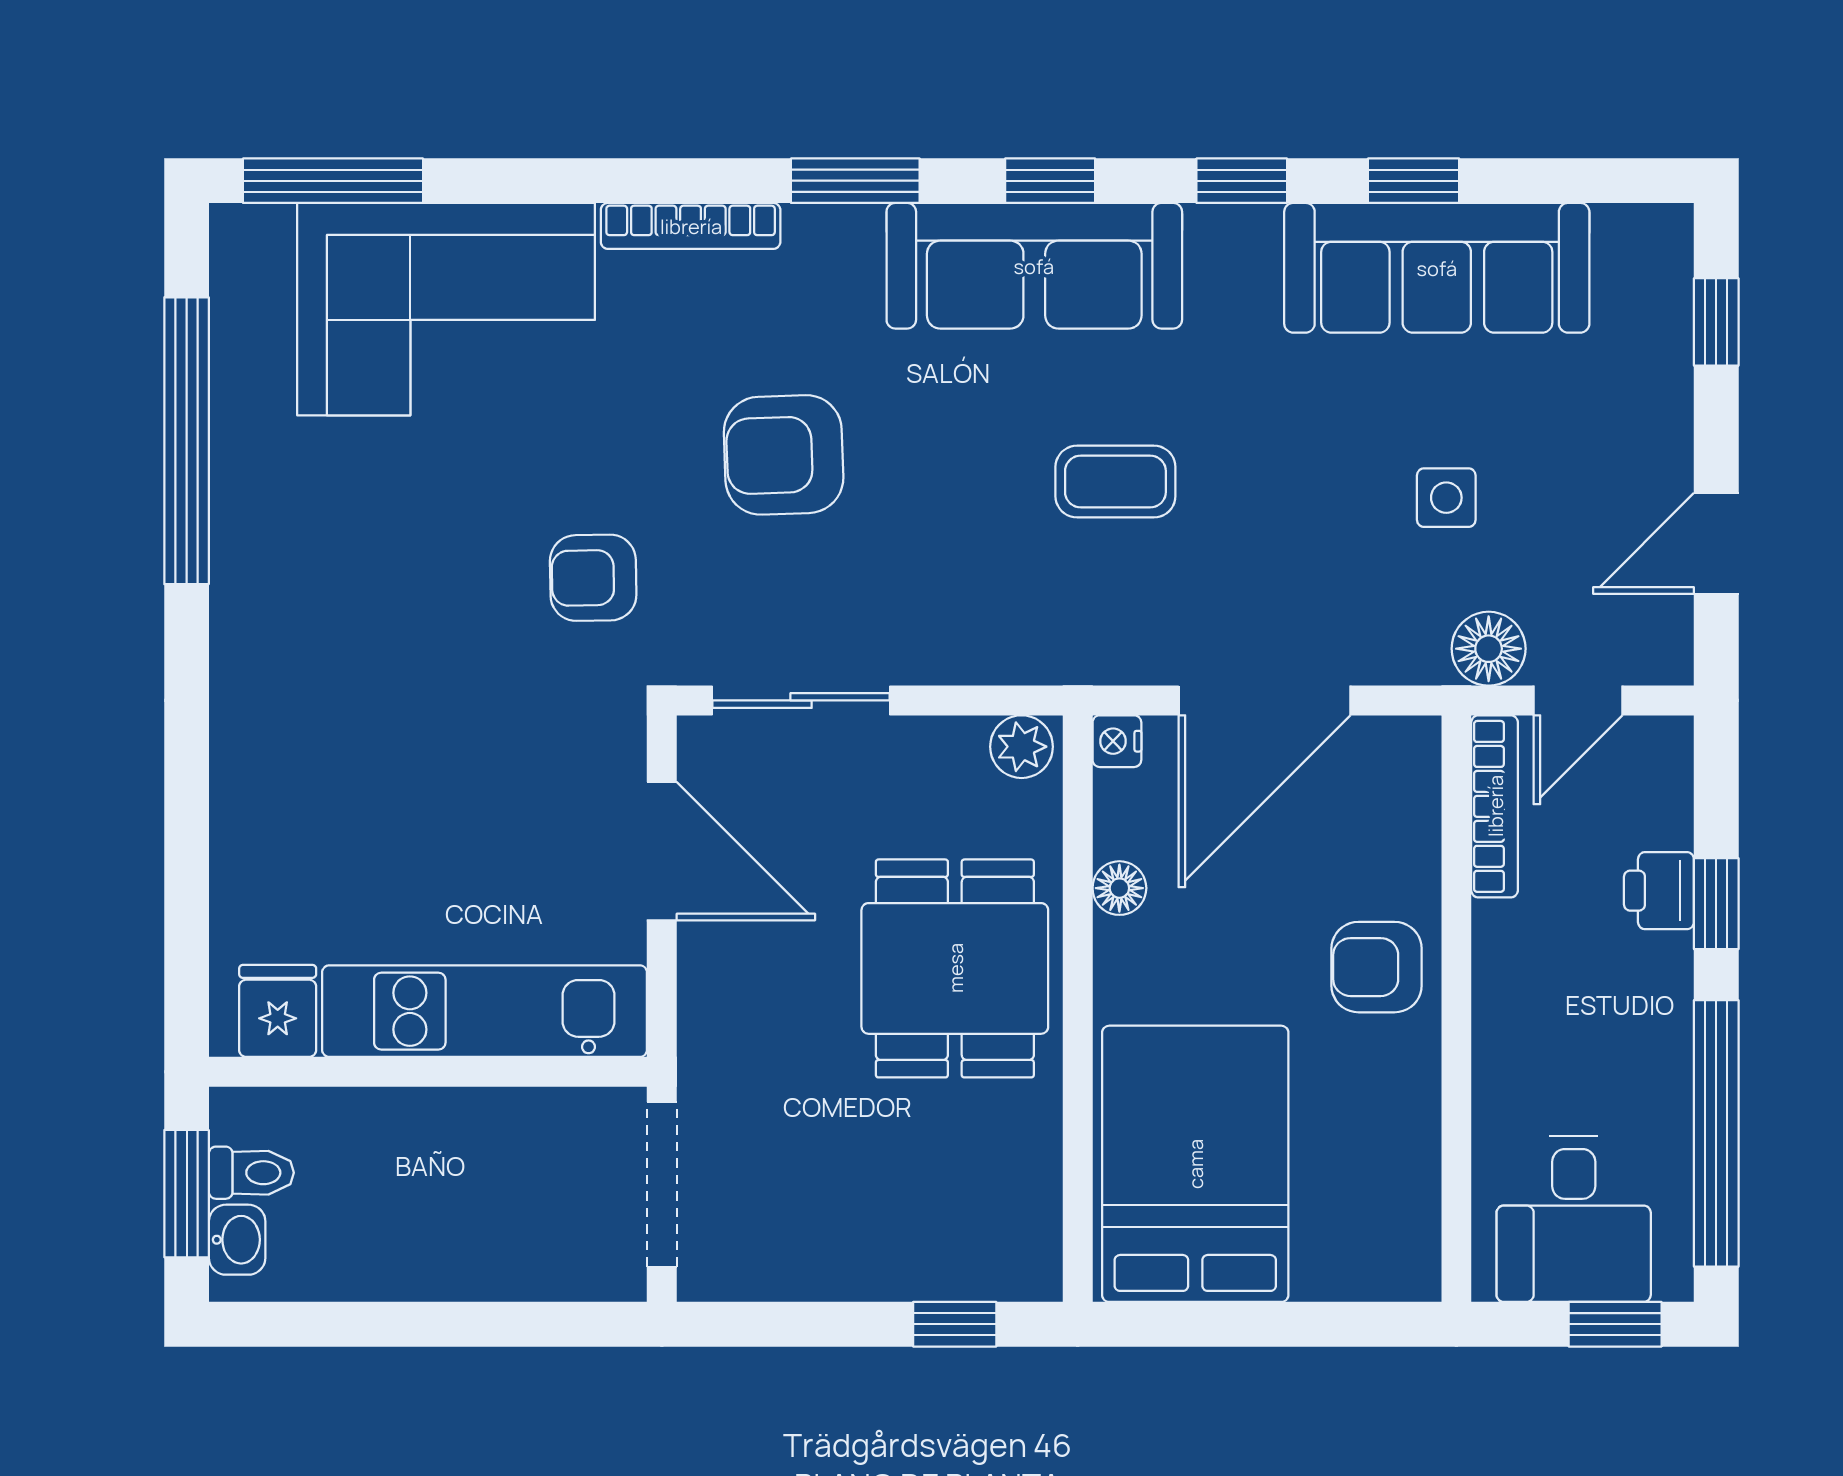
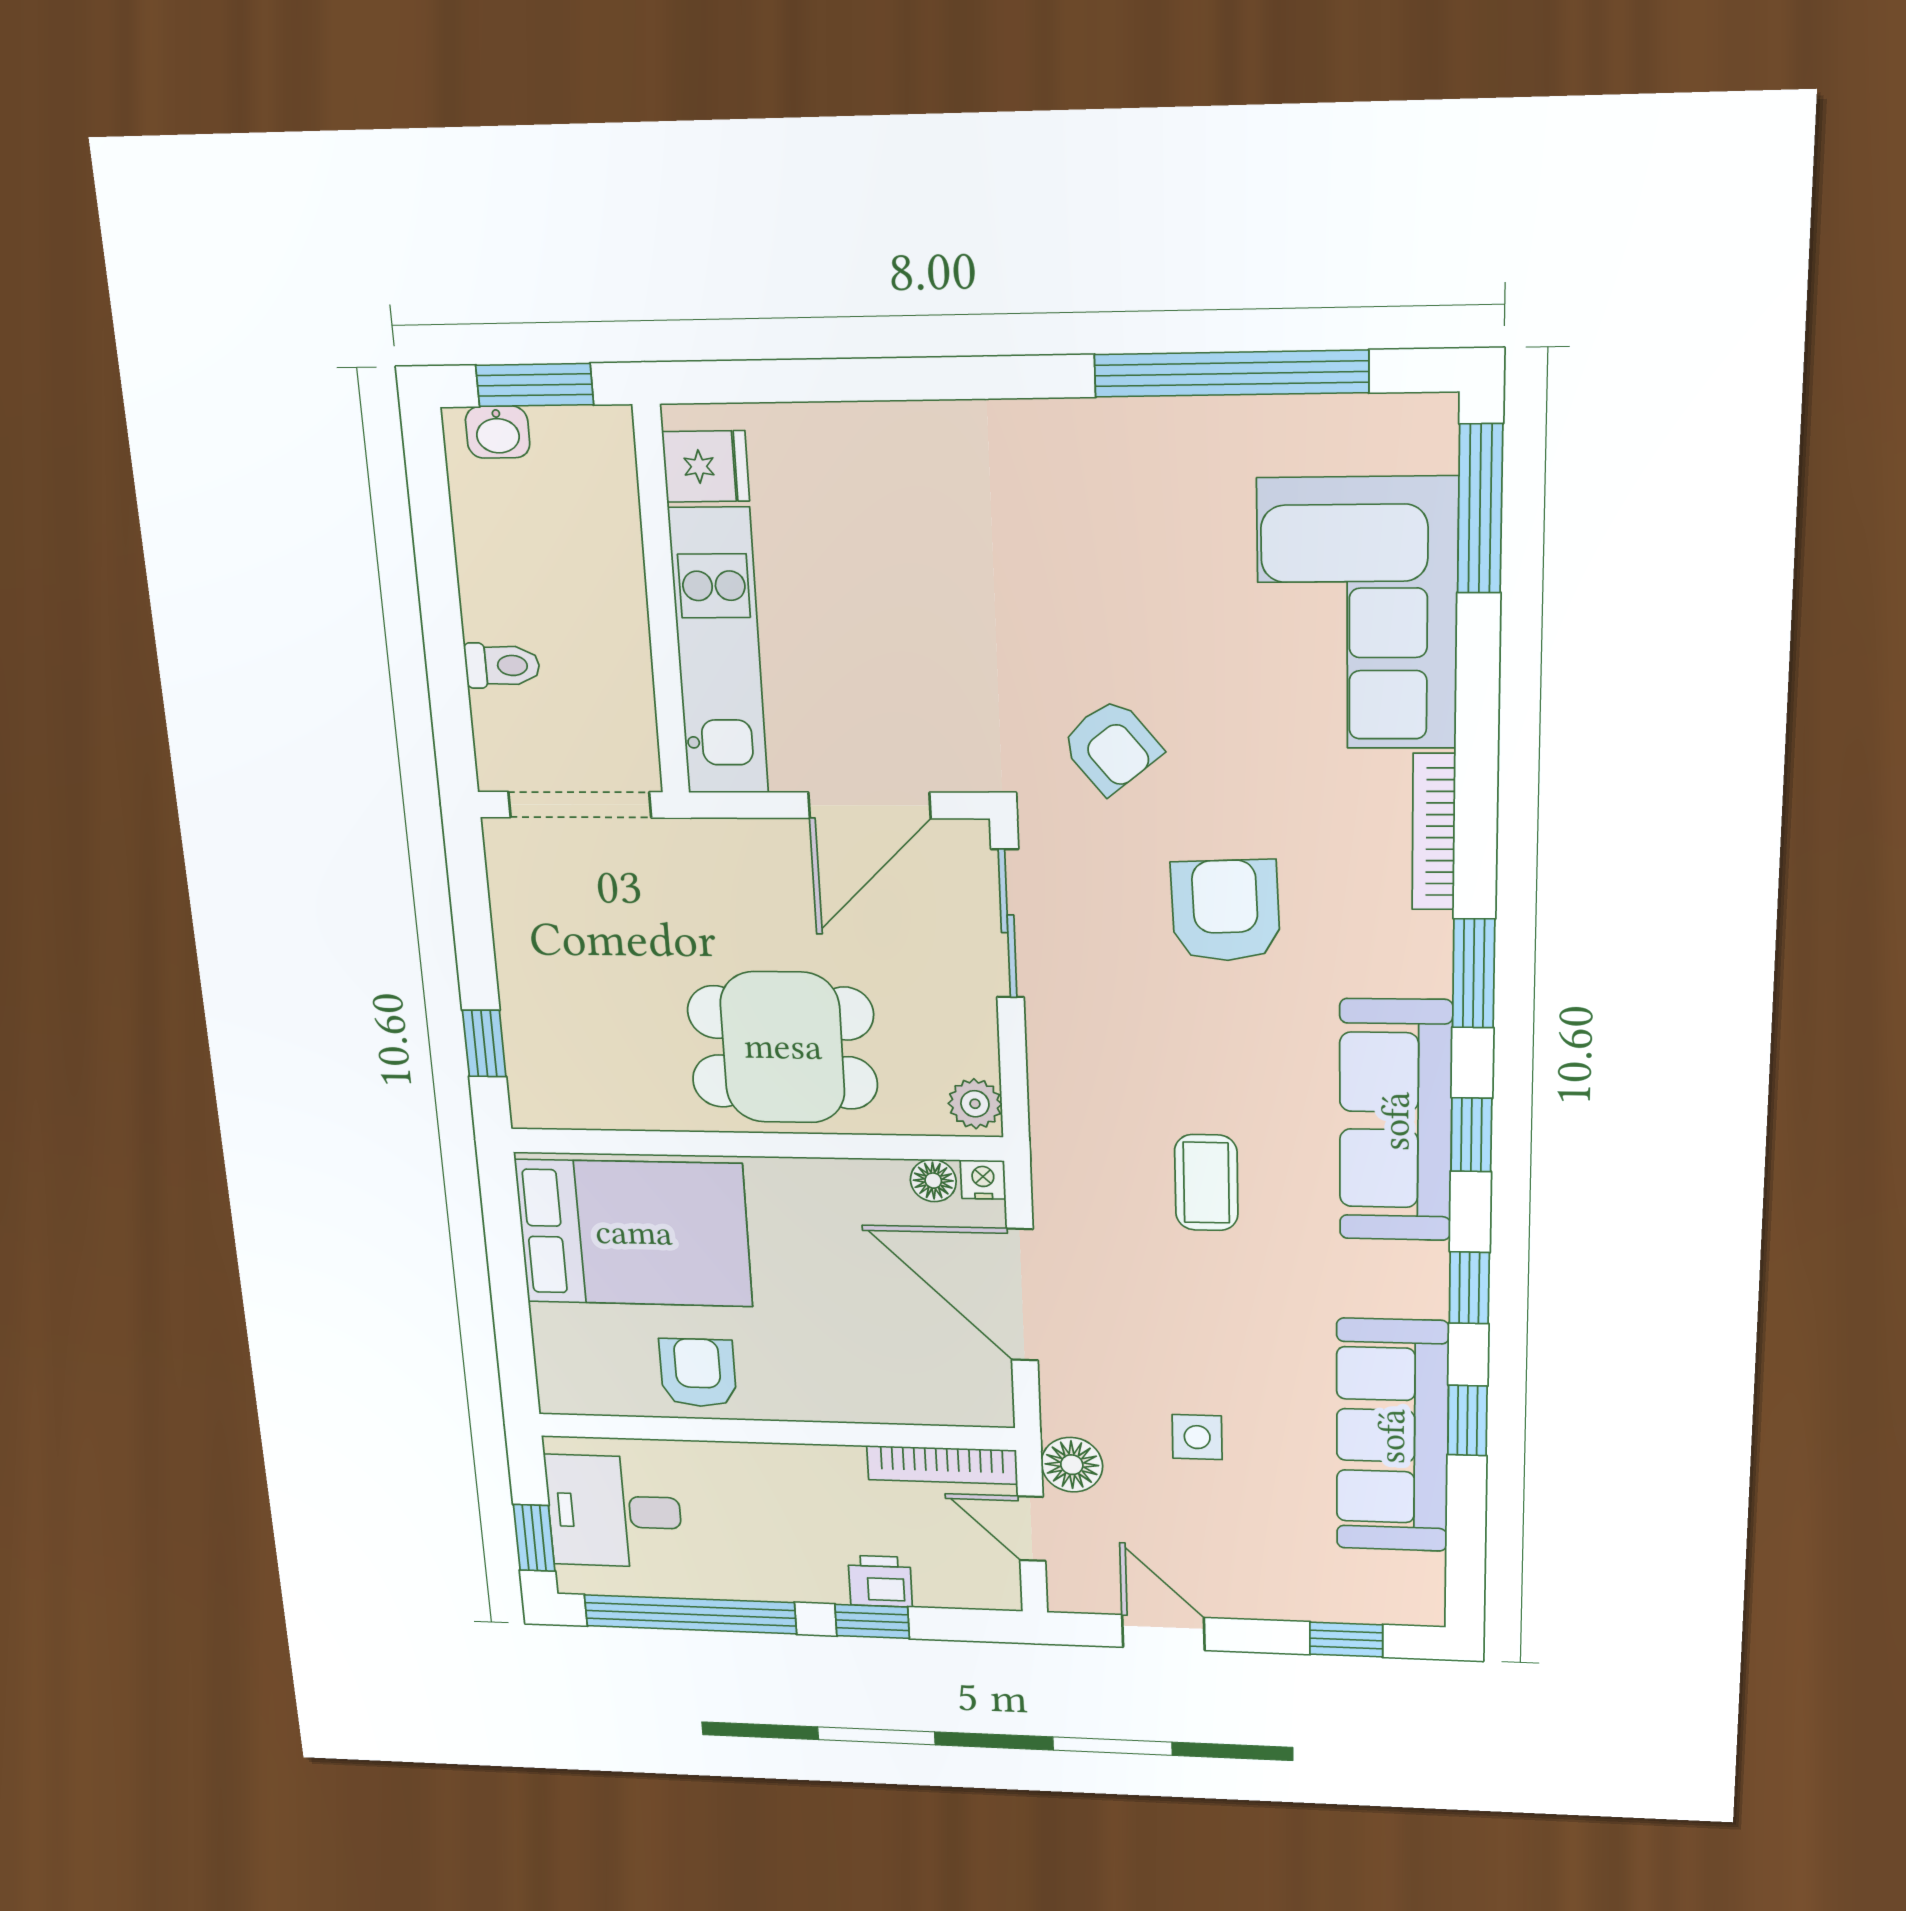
armchair: (593, 578) -> (1111, 746), turned 142
floor lamp: (1119, 888) -> (933, 1181), moved
armchair: (1377, 967) -> (698, 1373), moved
toilet: (251, 1173) -> (502, 665), moved, turned -90

